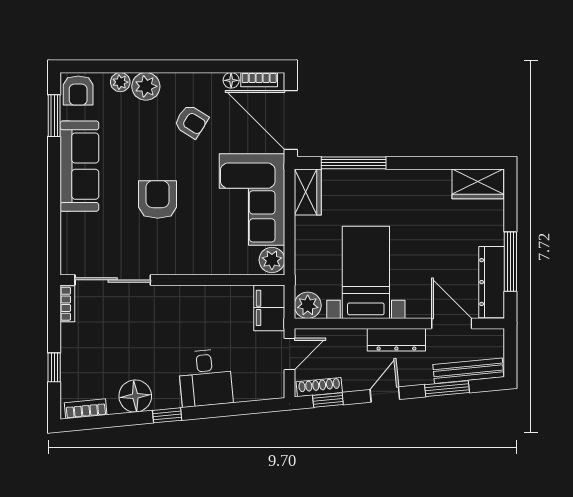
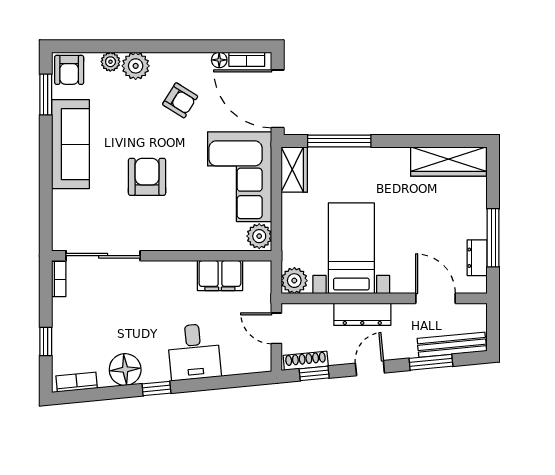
wardrobe: (478, 184) -> (449, 162), width x1.50
dresser: (492, 282) -> (477, 258), width x0.51, depth x0.80
filing cabinet: (269, 308) -> (220, 276), moved, turned -90
dresser: (396, 340) -> (362, 314), moved
door: (290, 354) -> (276, 328), swing flipped

